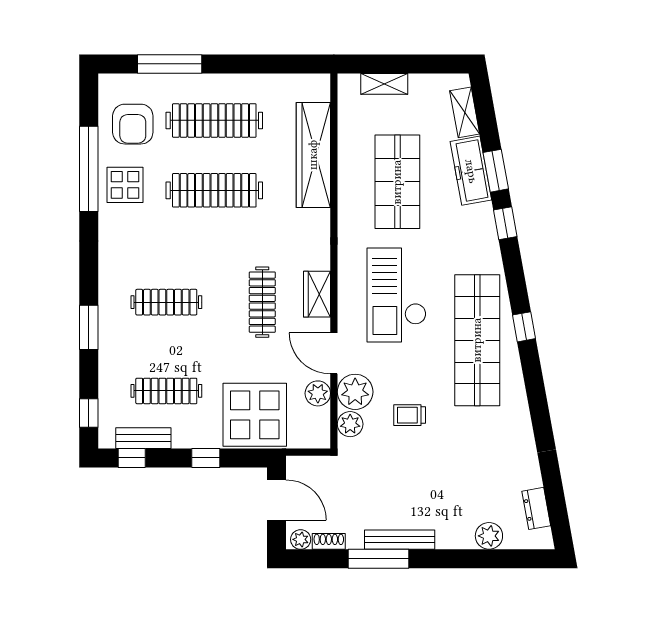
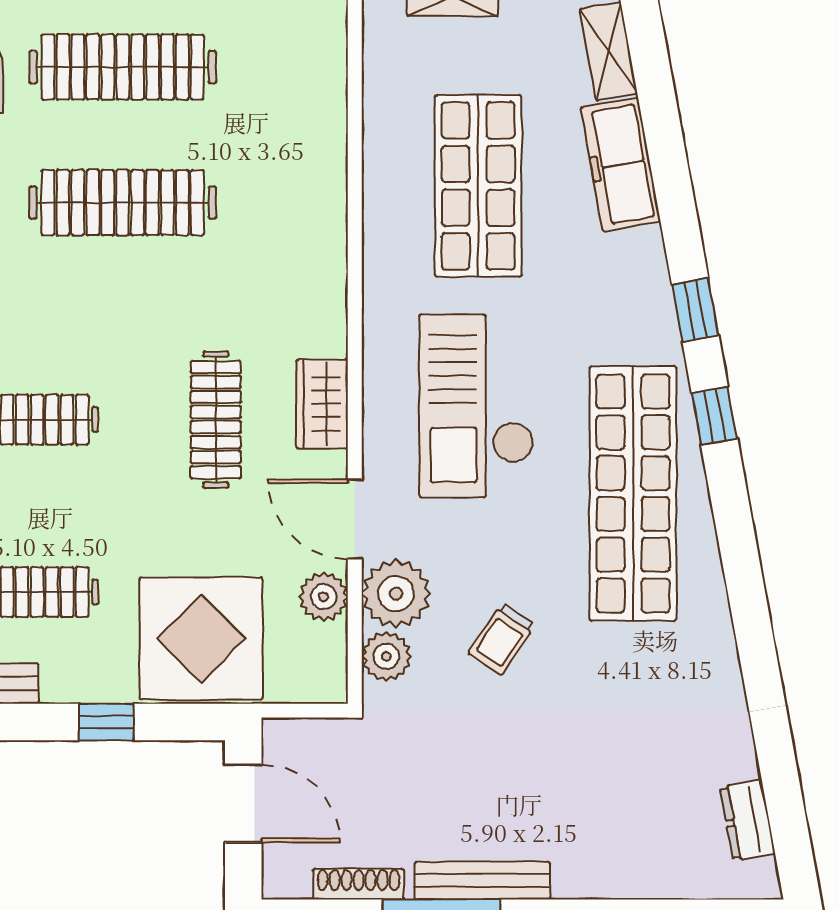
wardrobe: (313, 155) -> (315, 134), removed
window: (496, 171) -> (669, 164), removed
window: (505, 223) -> (695, 310), moved
window: (524, 327) -> (714, 416), moved
trolley: (410, 415) -> (502, 639), turned -56
plant: (489, 536) -> (656, 873), removed
plant: (301, 539) -> (290, 880), removed
shoe rack: (329, 541) -> (359, 884), width x1.43

